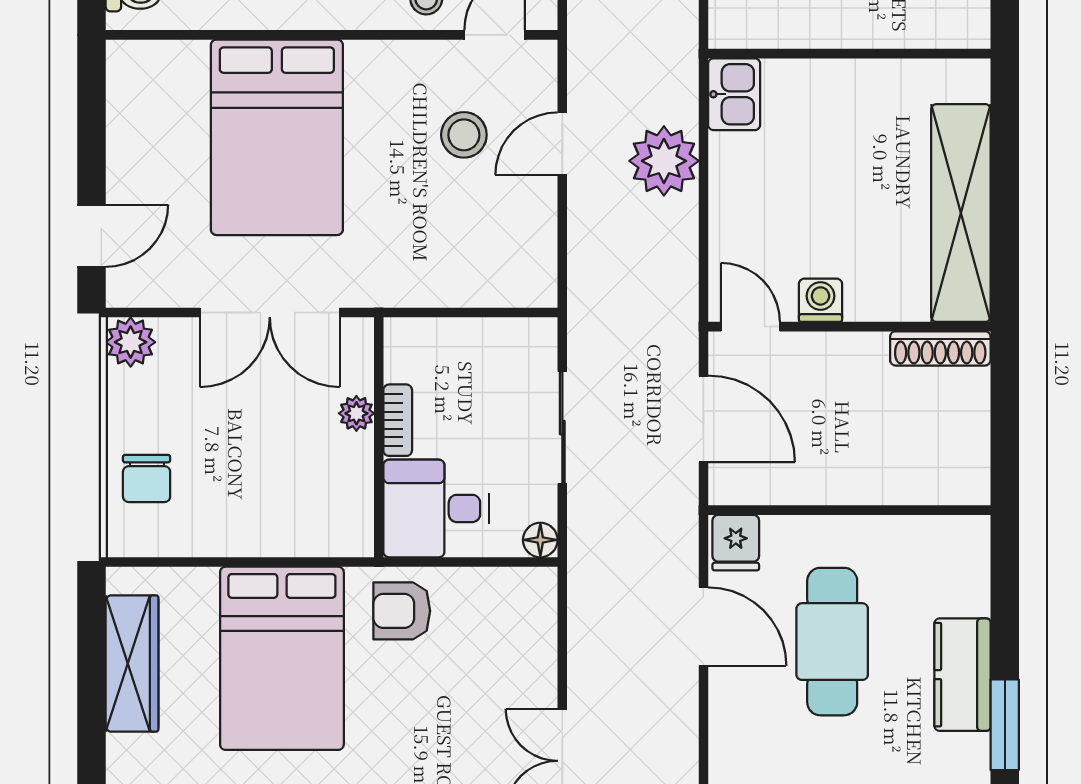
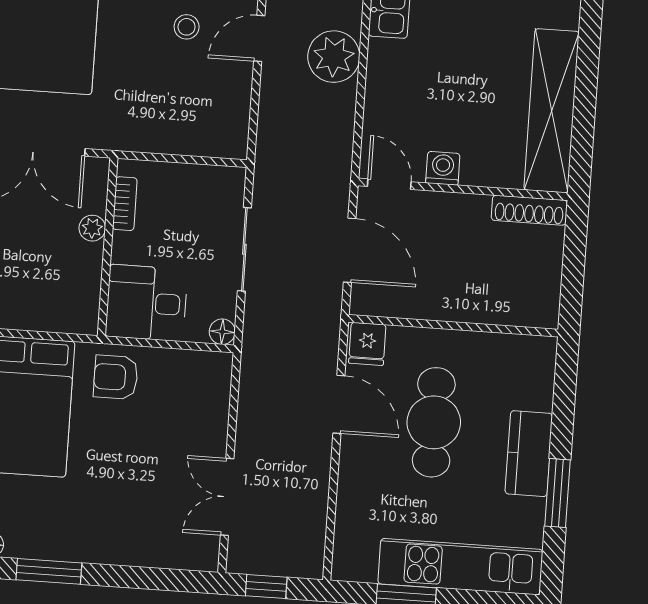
stool: (464, 135) -> (187, 27), width x0.73, depth x0.73
bookcase: (398, 420) -> (125, 204), moved

